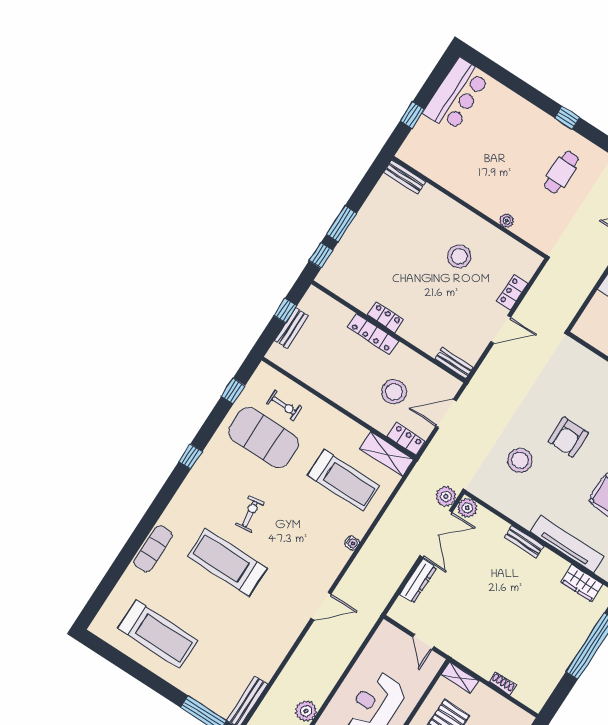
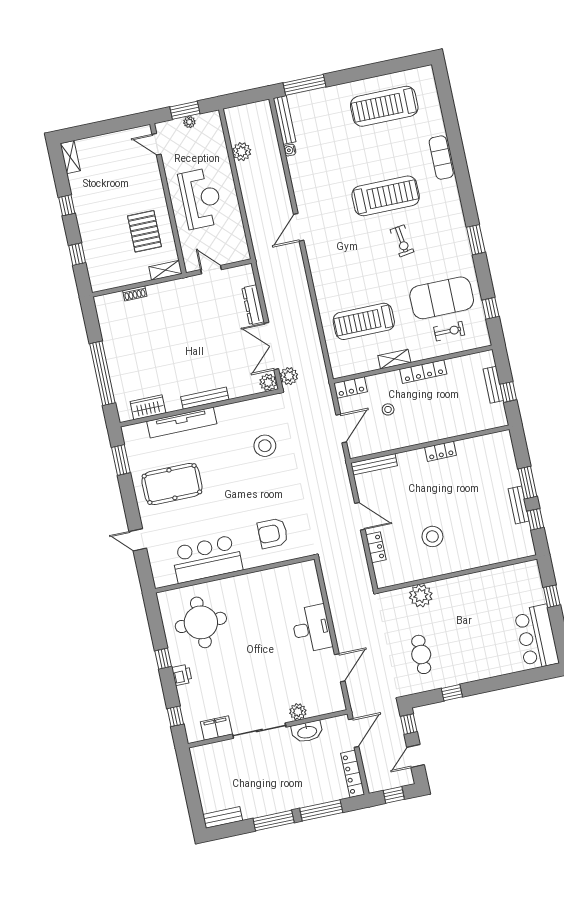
bench: (405, 177) -> (519, 505), moved, turned 90
plant: (507, 221) -> (421, 596), width x1.87, depth x1.87
window: (321, 255) -> (535, 519), moved
door: (501, 330) -> (360, 516), swing flipped
locker: (373, 334) -> (423, 372), moved, turned 180
bench: (454, 363) -> (374, 464), width x1.36
stool: (394, 392) -> (388, 409), width x0.53, depth x0.53
exercise bike: (284, 405) -> (449, 331), turned 180
armchair: (568, 437) -> (273, 533), moved, turned -90
shelving: (387, 454) -> (394, 359), moved, width x0.67, depth x0.75
window: (191, 456) -> (476, 240), width x1.50
bench: (524, 542) -> (205, 398), width x1.36
water cooler: (352, 543) -> (290, 150), moved

